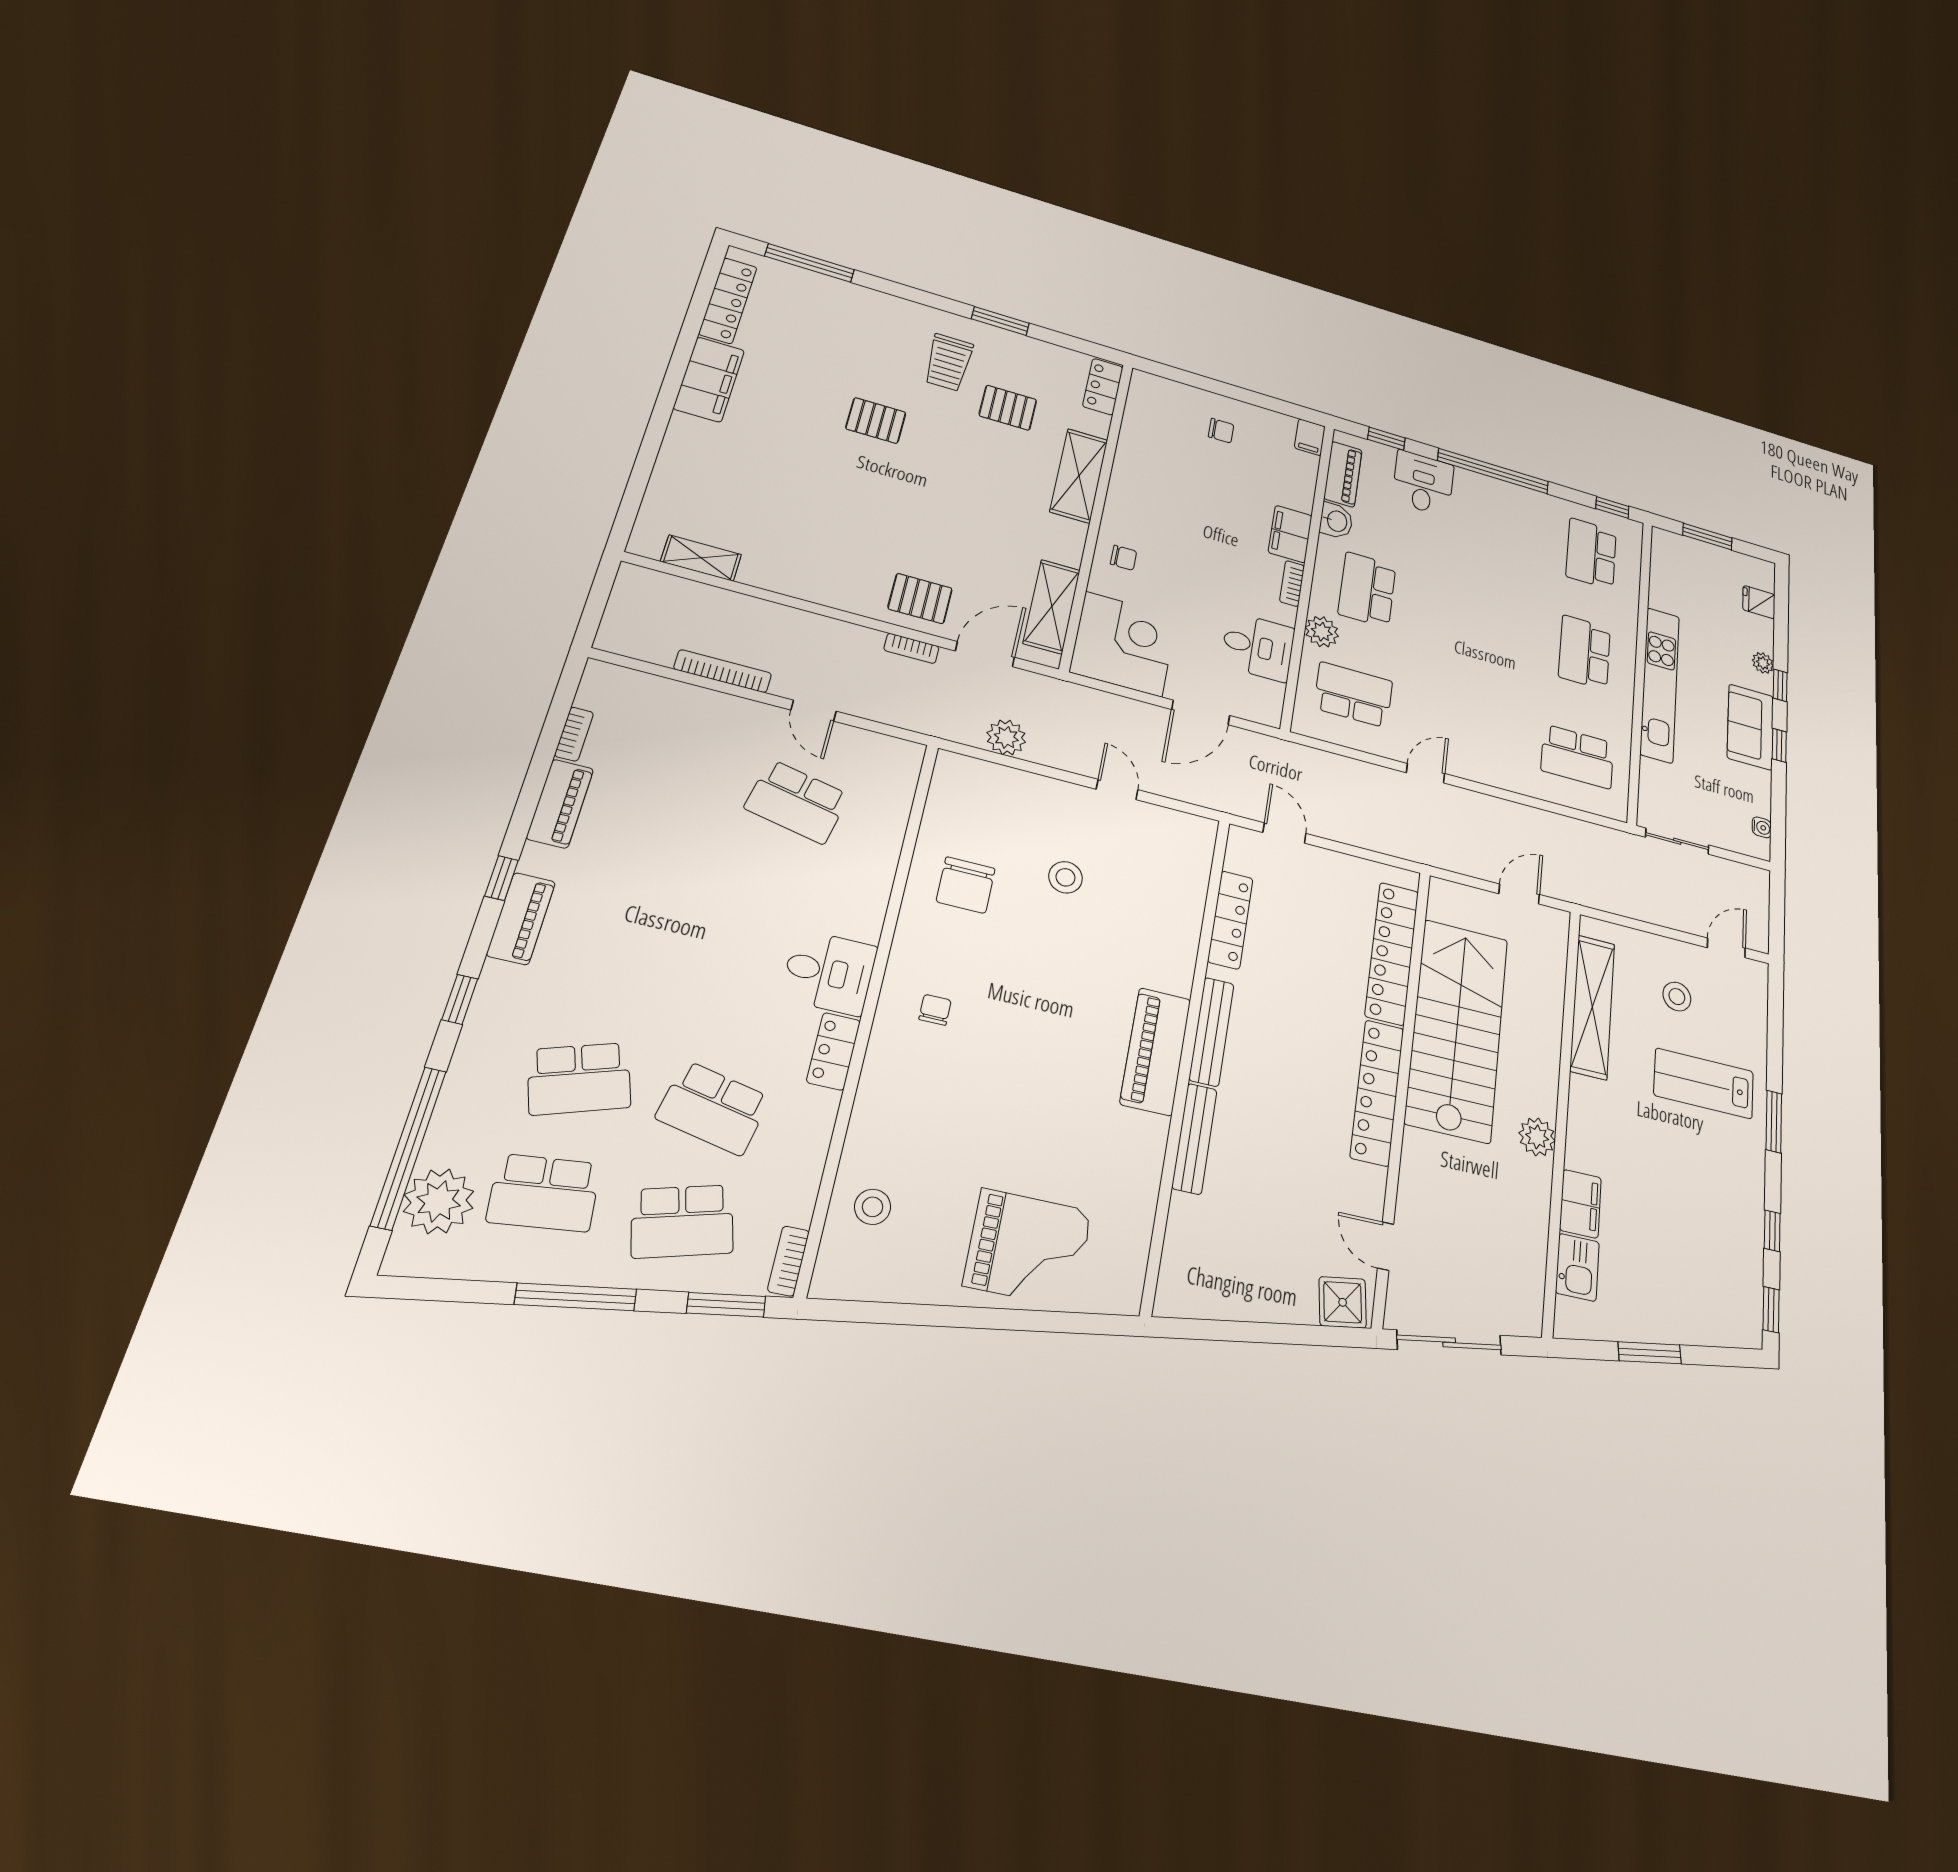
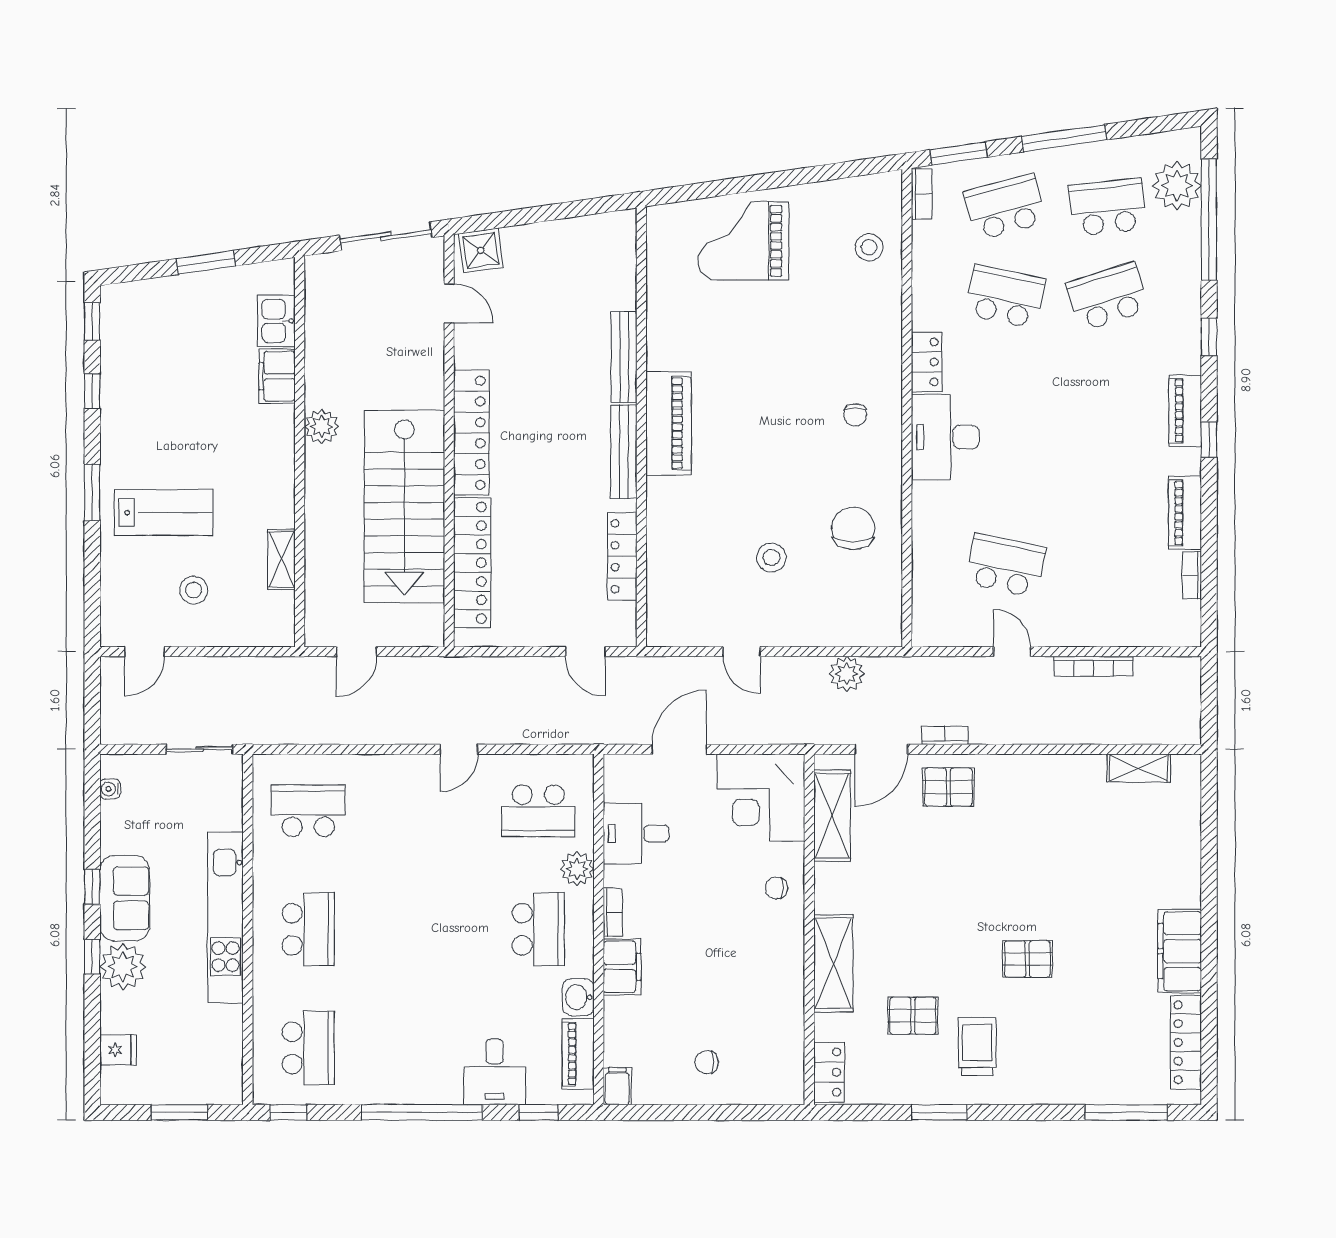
plant: (1763, 663) -> (123, 967), width x1.88, depth x1.88
desk: (829, 972) -> (945, 437), width x1.37
shelving: (1592, 1007) -> (281, 559), width x0.45, depth x0.75

